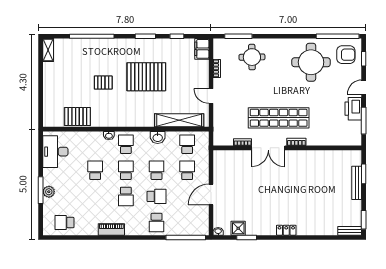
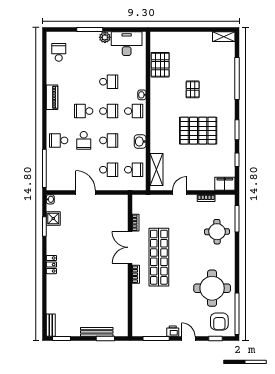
pallet: (146, 77) -> (198, 131), turned 90
printer: (353, 109) -> (173, 331), width x0.53, depth x0.68
shelving: (179, 120) -> (157, 169), width x0.68
plant: (49, 192) -> (105, 37), moved

